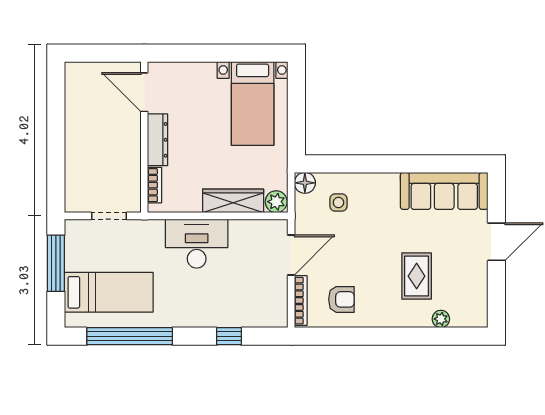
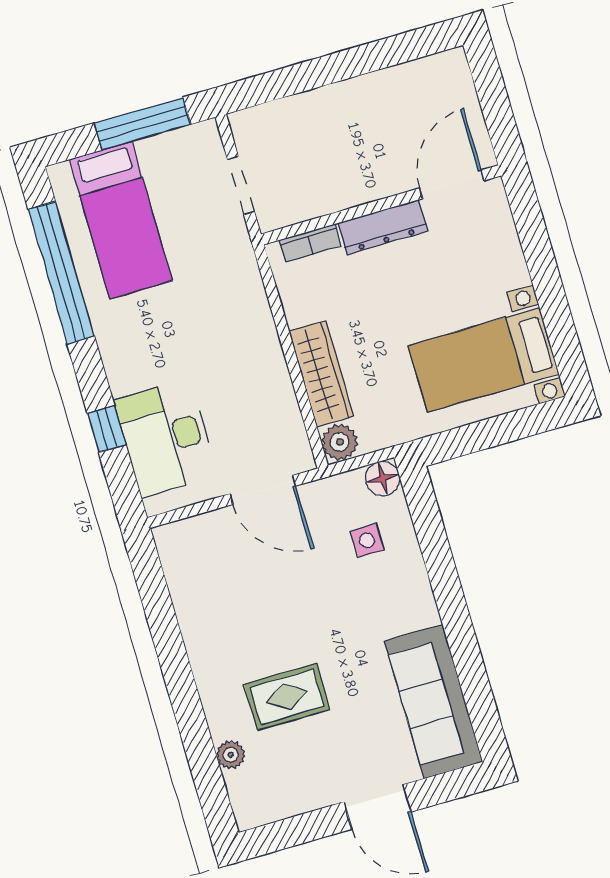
desk: (197, 244) -> (166, 438), moved, turned 180
armchair: (341, 299) -> (216, 589), removed
bookcase: (301, 301) -> (195, 526), removed

